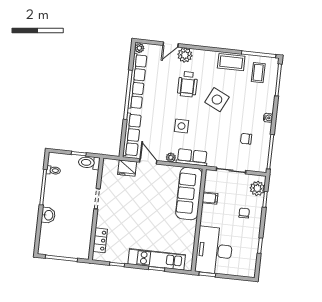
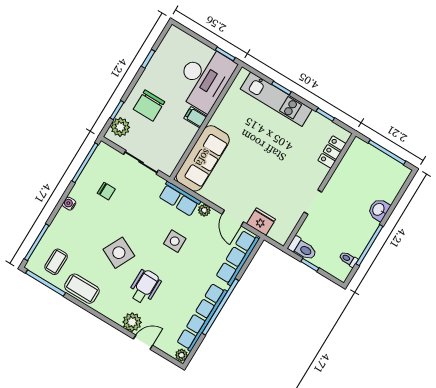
filing cabinet: (210, 198) -> (195, 117), moved
chair: (244, 213) -> (149, 105), width x1.87, depth x1.87

